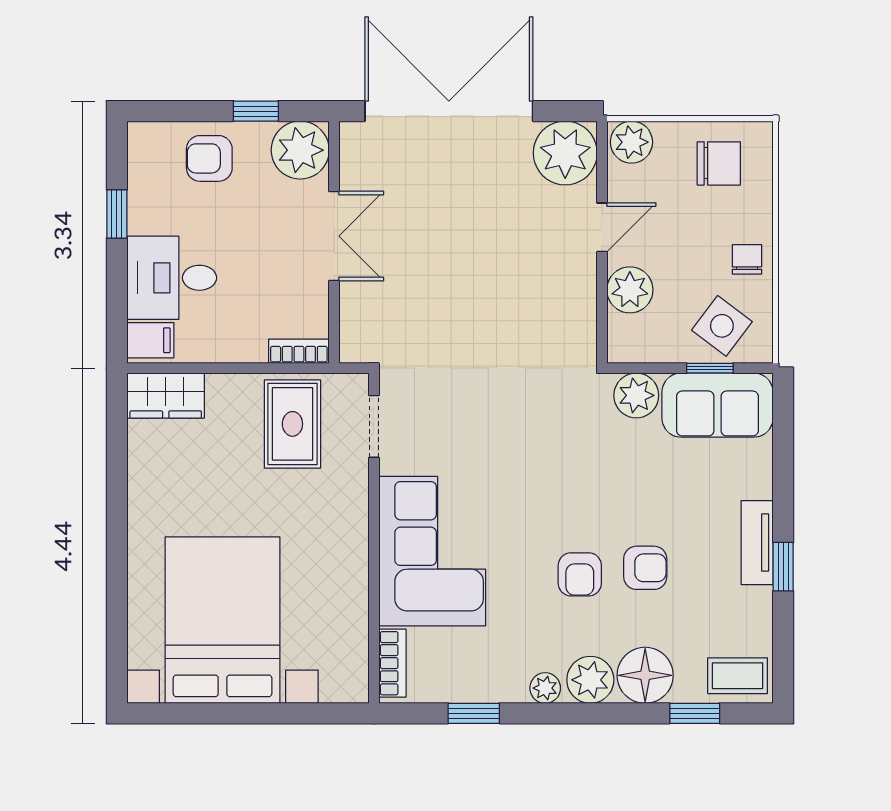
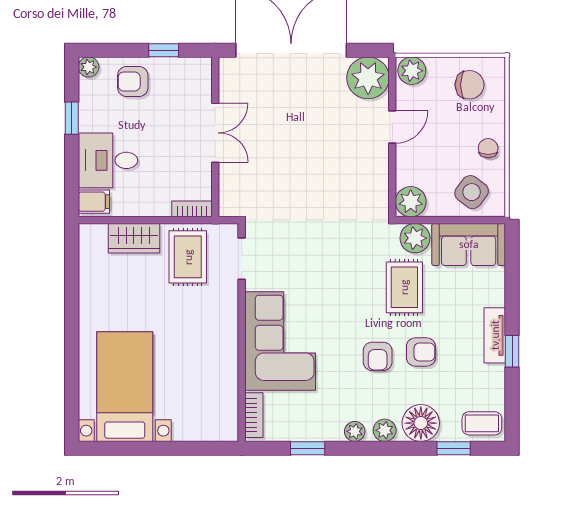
plant: (300, 150) -> (89, 67), moved, width x0.53, depth x0.53
plant: (630, 290) -> (411, 202), moved
window: (710, 368) -> (464, 220), removed
wardrobe: (166, 396) -> (134, 238), moved
rug: (620, 470) -> (404, 287), added
bed with nightstands: (223, 620) -> (125, 387), width x0.73
plant: (590, 680) -> (385, 430), width x0.73, depth x0.73

